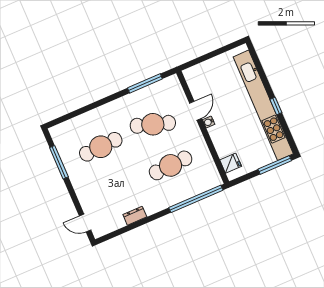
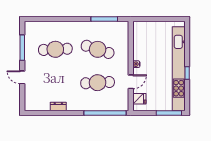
door: (196, 111) -> (131, 82), moved
door: (85, 223) -> (22, 77), moved

